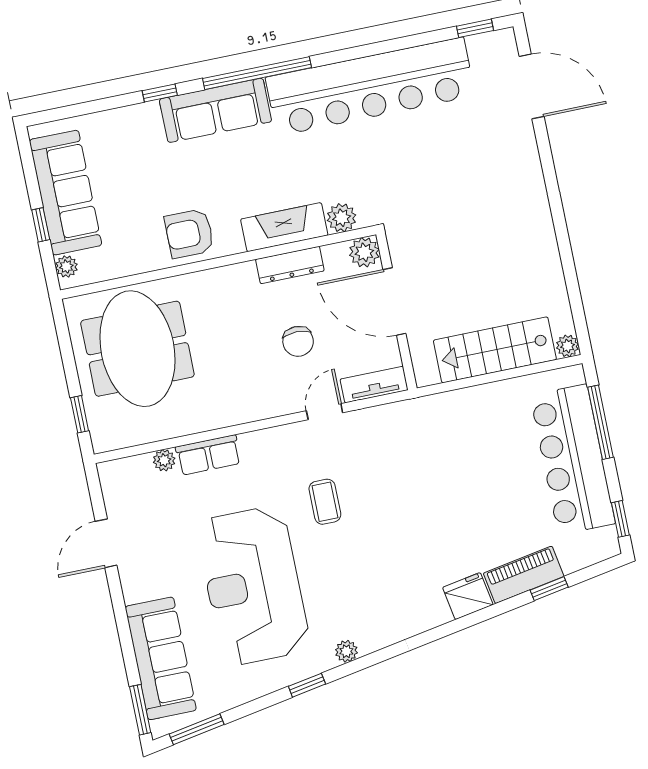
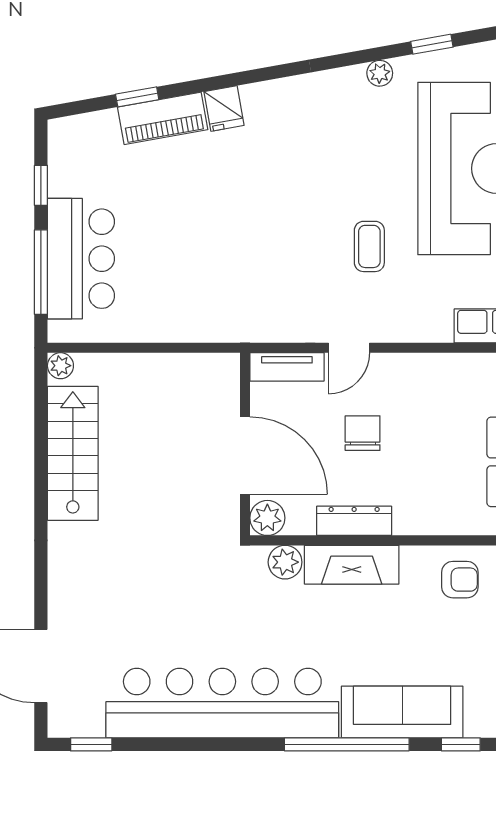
armchair: (189, 233) -> (460, 580), width x0.72, depth x0.72
stairs: (495, 350) -> (73, 453), moved, turned -90
bar counter: (573, 460) -> (81, 259), width x0.73
window: (620, 519) -> (41, 185), moved
fridge: (468, 596) -> (224, 108), width x0.72

